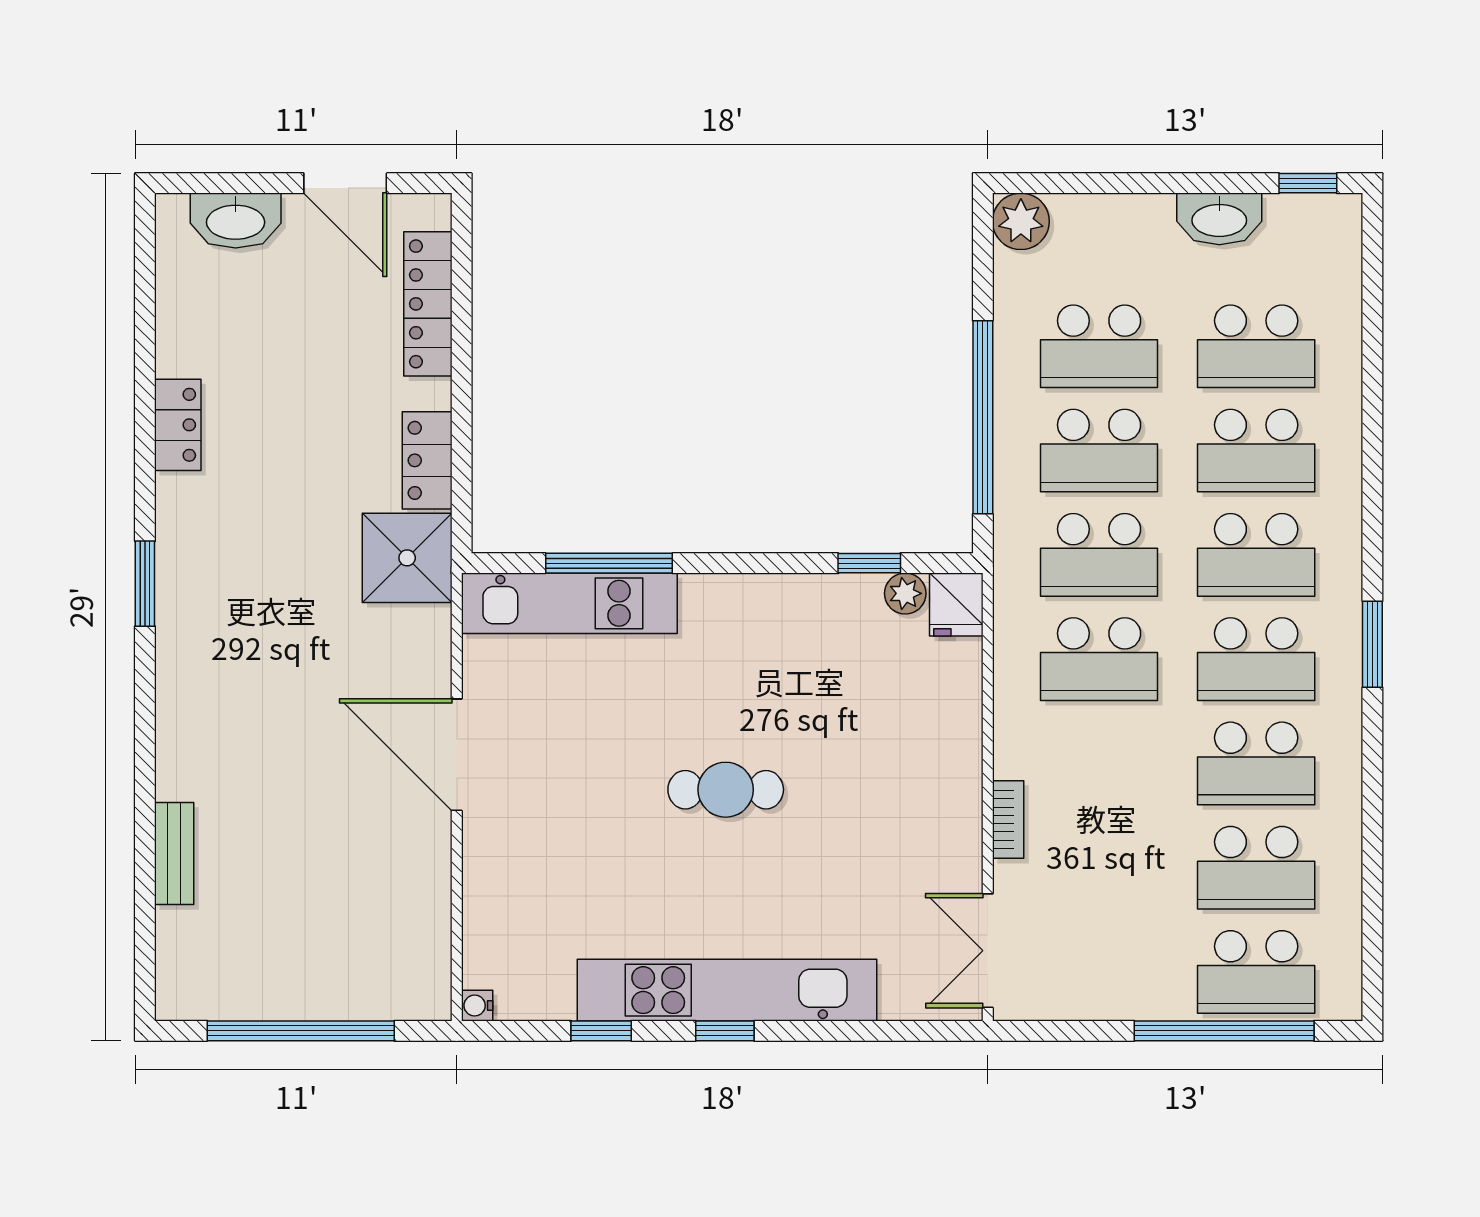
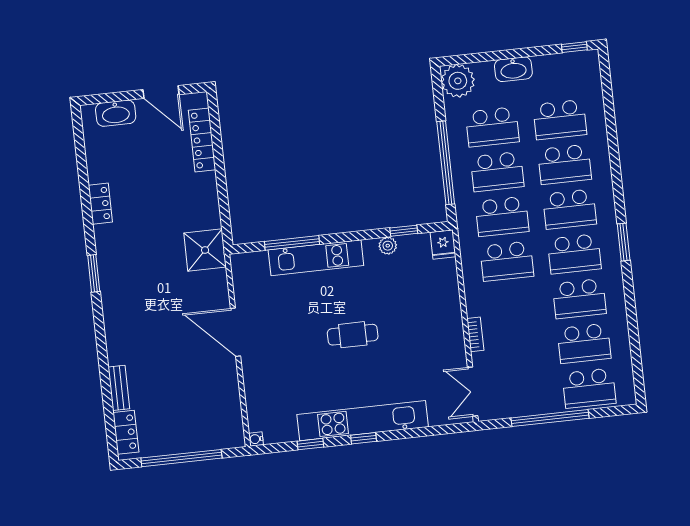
washbasin: (1219, 219) -> (513, 69), moved
plant: (1021, 221) -> (458, 81), width x1.36, depth x1.36
locker: (427, 460) -> (126, 432), moved, turned 180
plant: (905, 593) -> (388, 246), moved
kitchen unit: (569, 603) -> (316, 258), moved
window: (1224, 1031) -> (550, 418), moved

